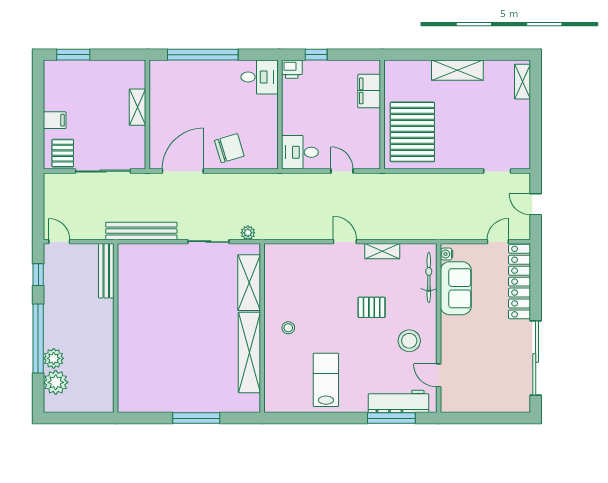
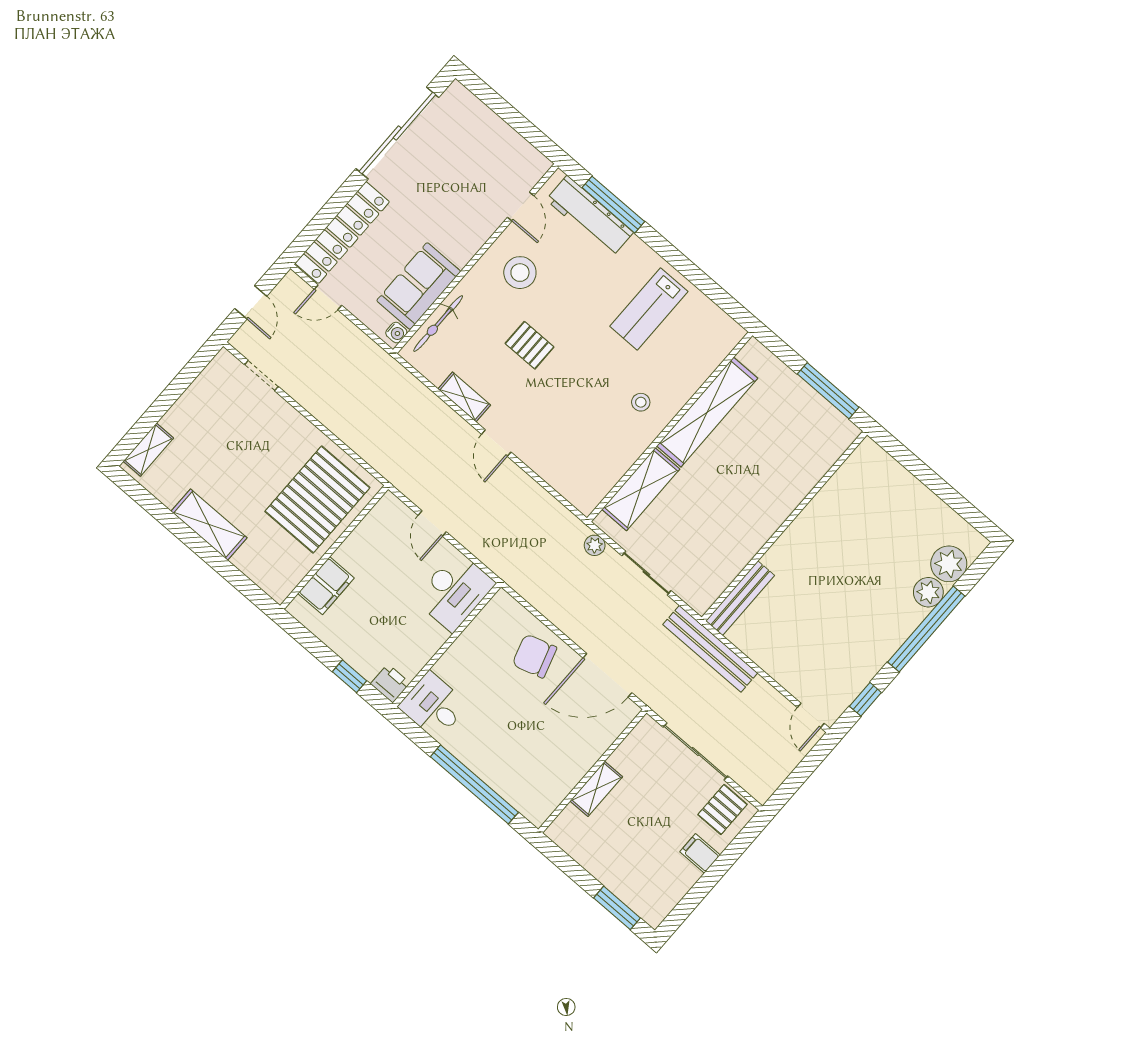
desk: (300, 152) -> (455, 591), width x1.37
bench: (106, 271) -> (740, 598), moved
wall: (116, 328) -> (784, 526), moved

